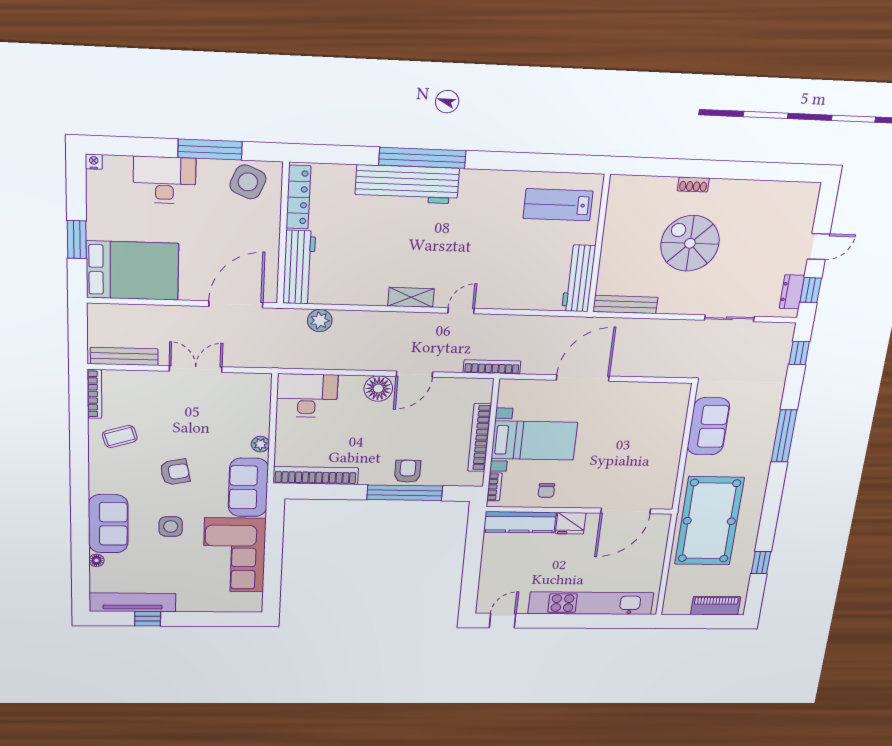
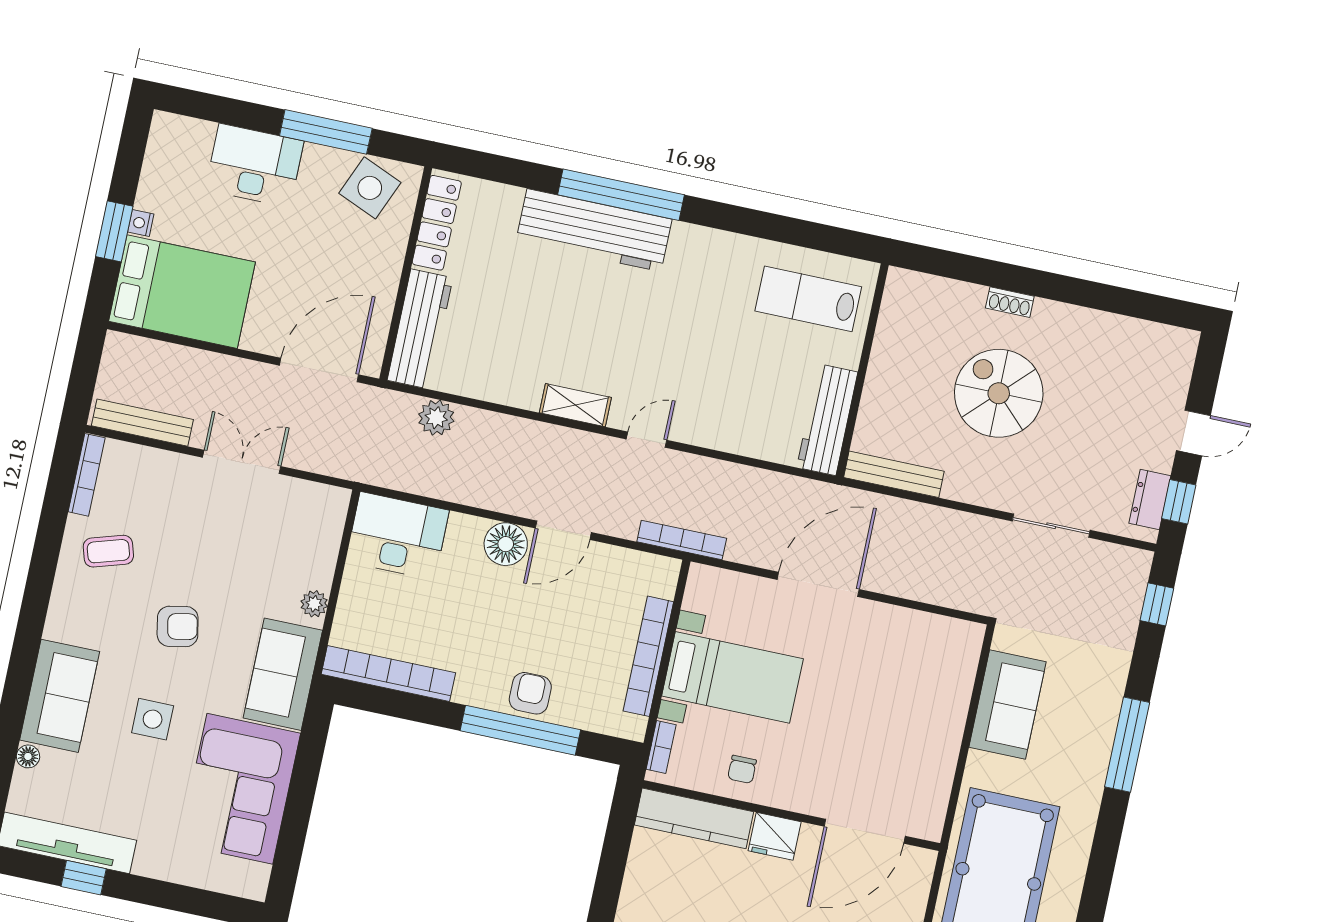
nightstand: (94, 162) -> (141, 223), moved, turned -90

